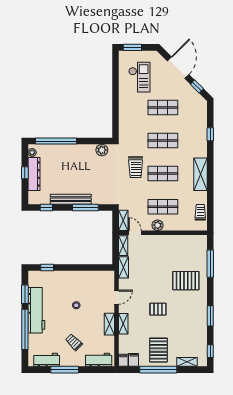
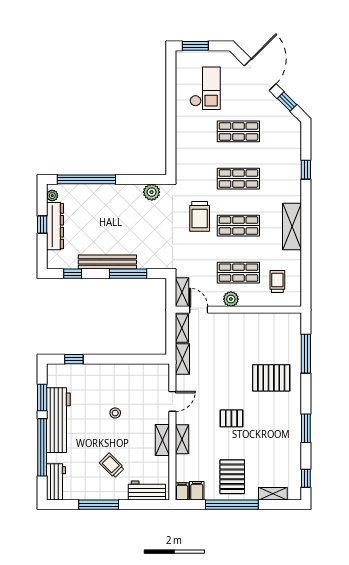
trolley: (200, 212) -> (277, 281), moved
workbench: (47, 360) -> (56, 482), moved, turned 90

